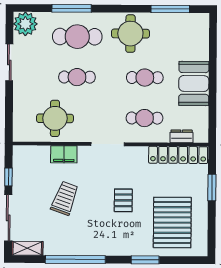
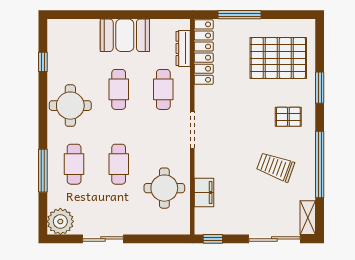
window: (170, 9) -> (43, 62), width x0.46
cafe table: (77, 37) -> (74, 164), width x0.73, depth x0.74
dresser: (182, 136) -> (183, 48), width x1.44
filing cabinet: (64, 154) -> (204, 193), moved
window: (8, 177) -> (213, 239), moved
window: (212, 188) -> (239, 15), width x1.44
trolley: (65, 198) -> (275, 167), moved
pallet: (123, 200) -> (288, 117), moved

